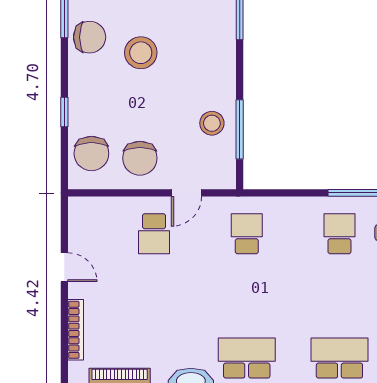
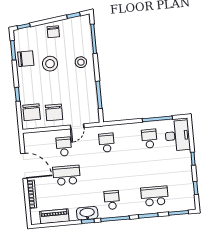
stool: (212, 123) -> (81, 62), moved
school desk: (154, 234) -> (64, 147), turned 180
door: (64, 267) -> (24, 166), width x1.87
school desk: (154, 296) -> (67, 175), added
school desk: (247, 358) -> (112, 200), width x0.54

